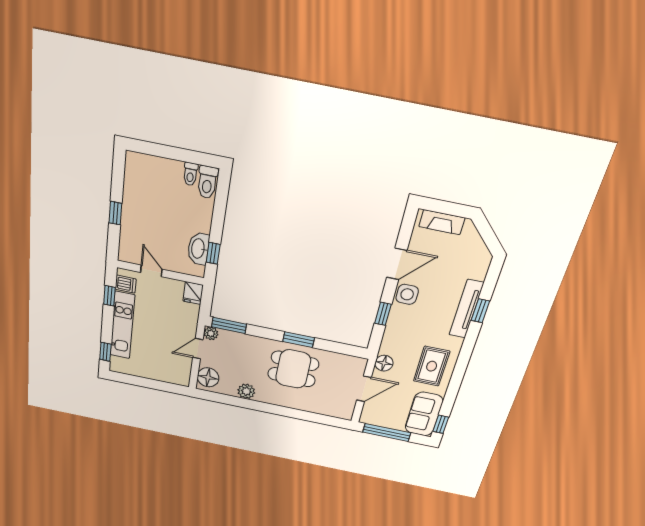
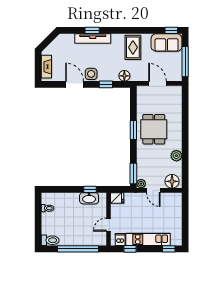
toilet: (207, 182) -> (50, 240), moved
window: (115, 213) -> (78, 249), width x3.17
floor lamp: (384, 363) -> (124, 76), moved
rug: (432, 366) -> (133, 47), turned 90

